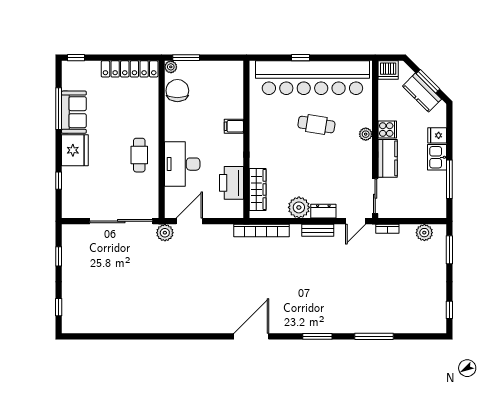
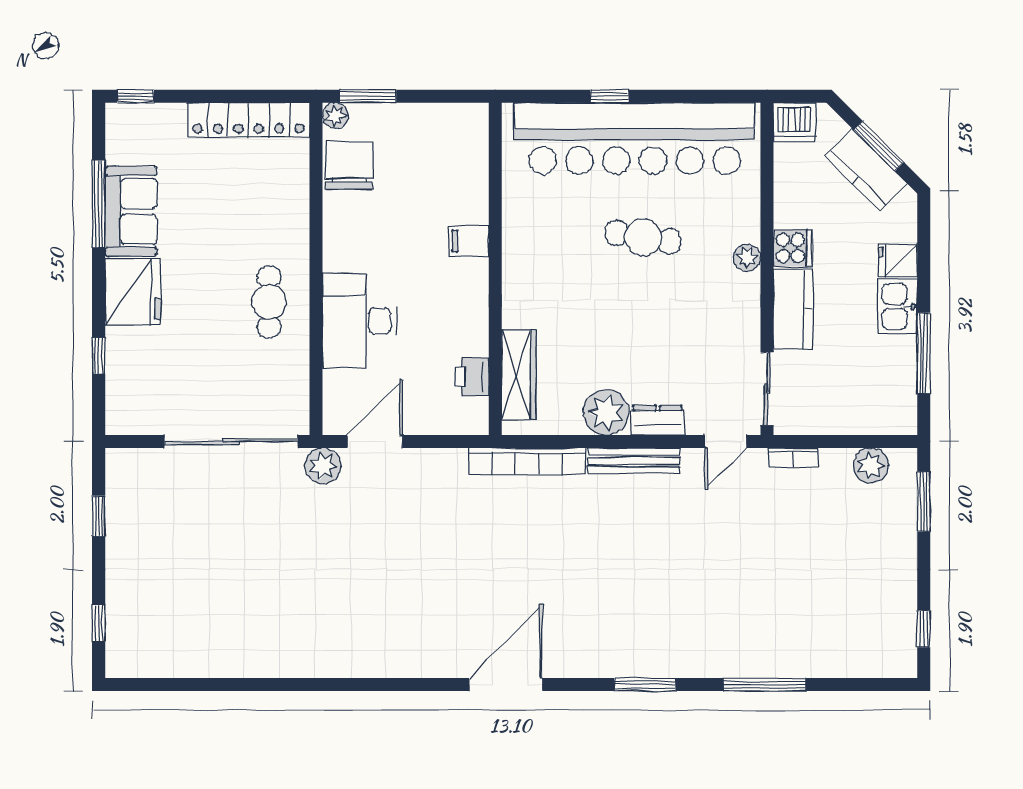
printer: (231, 183) -> (472, 377), width x0.53, depth x0.68
bench: (318, 230) -> (634, 461), width x1.36

